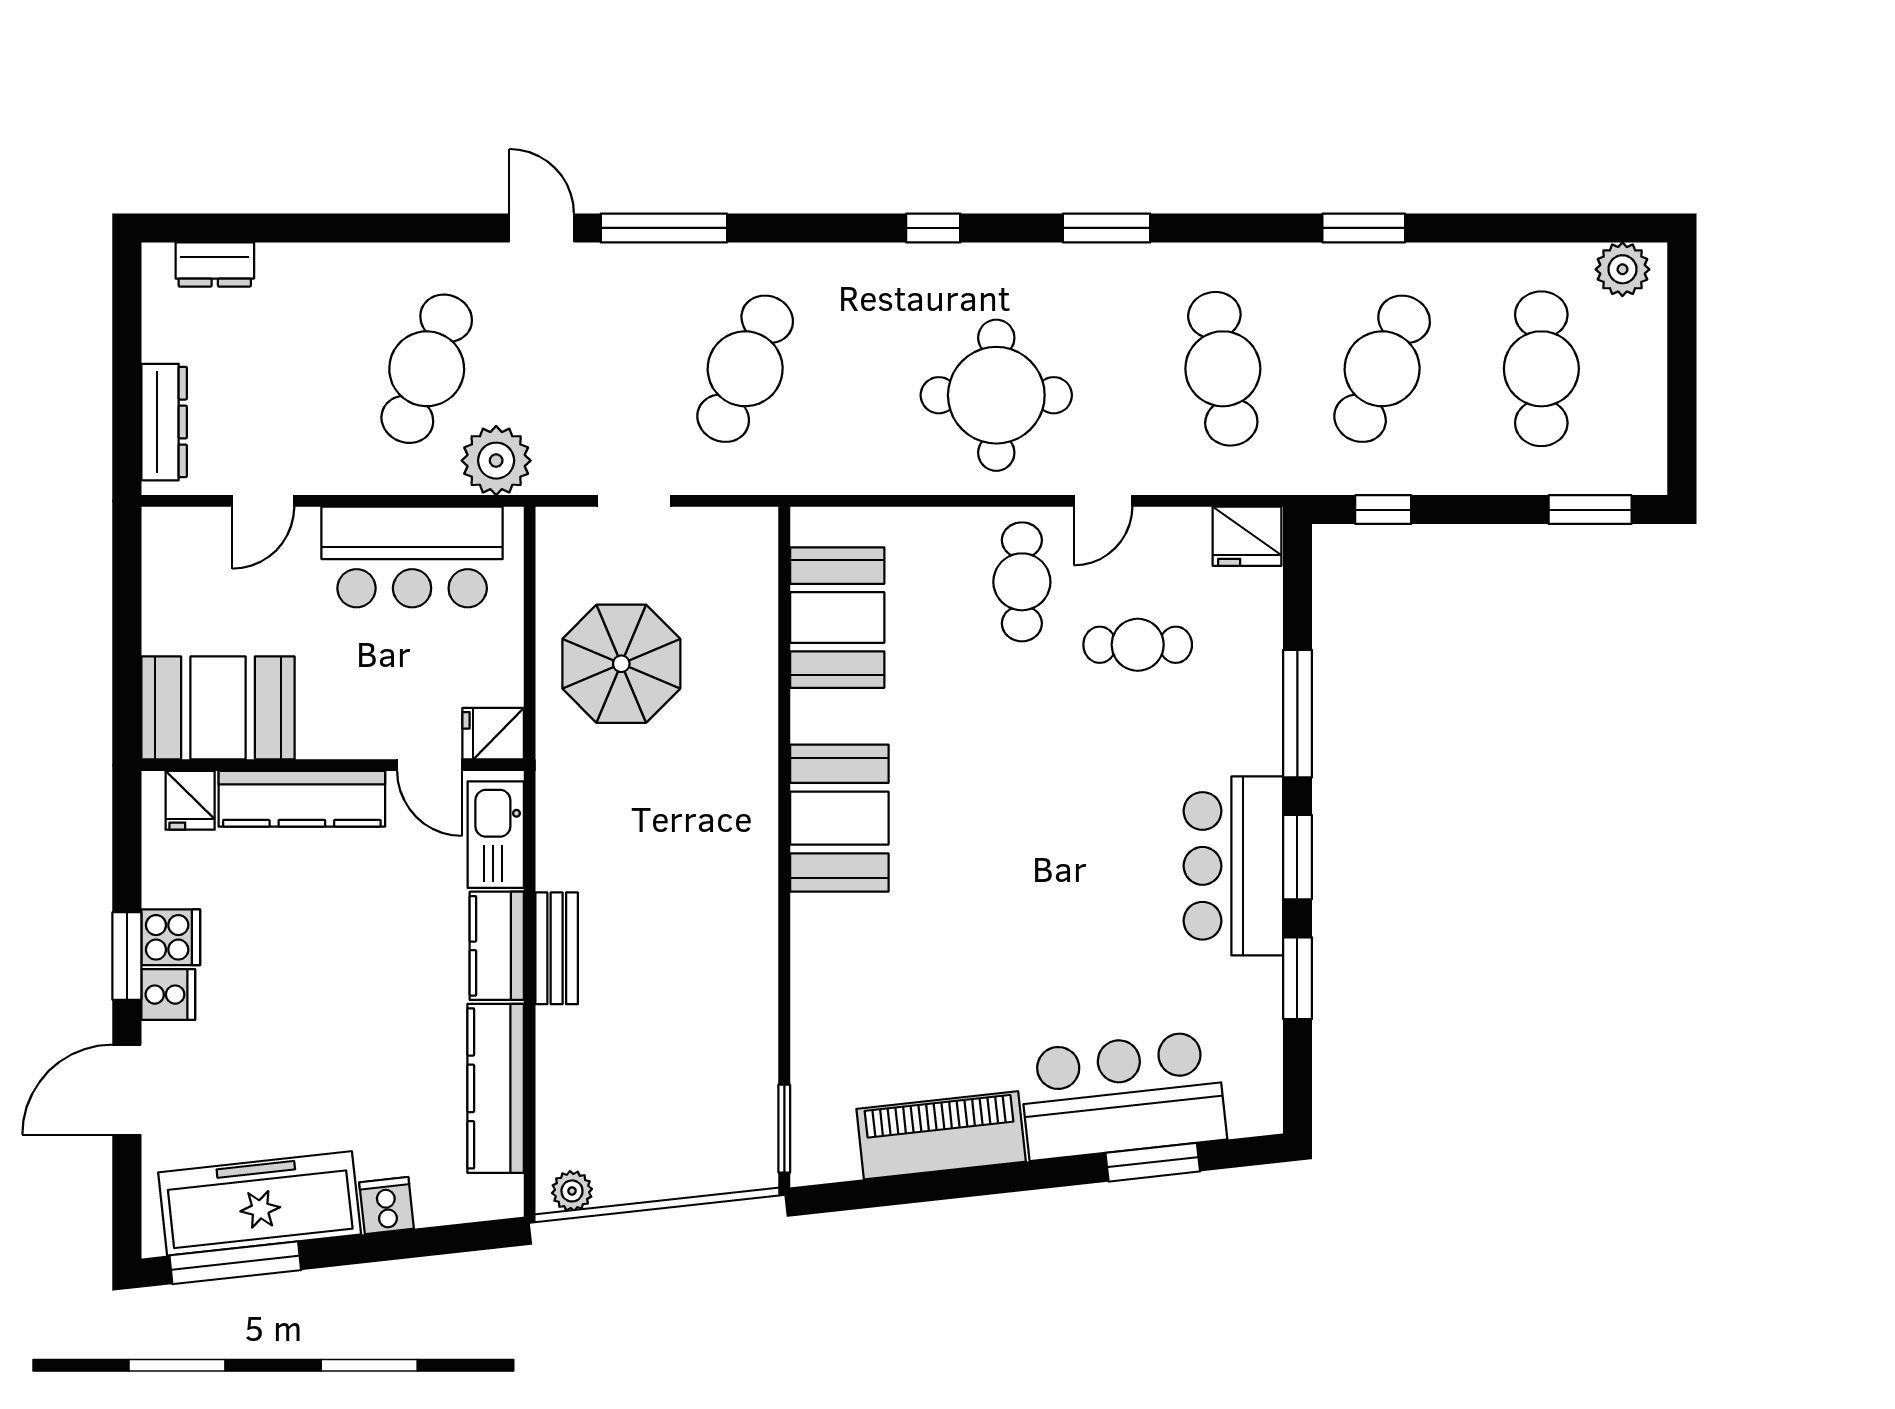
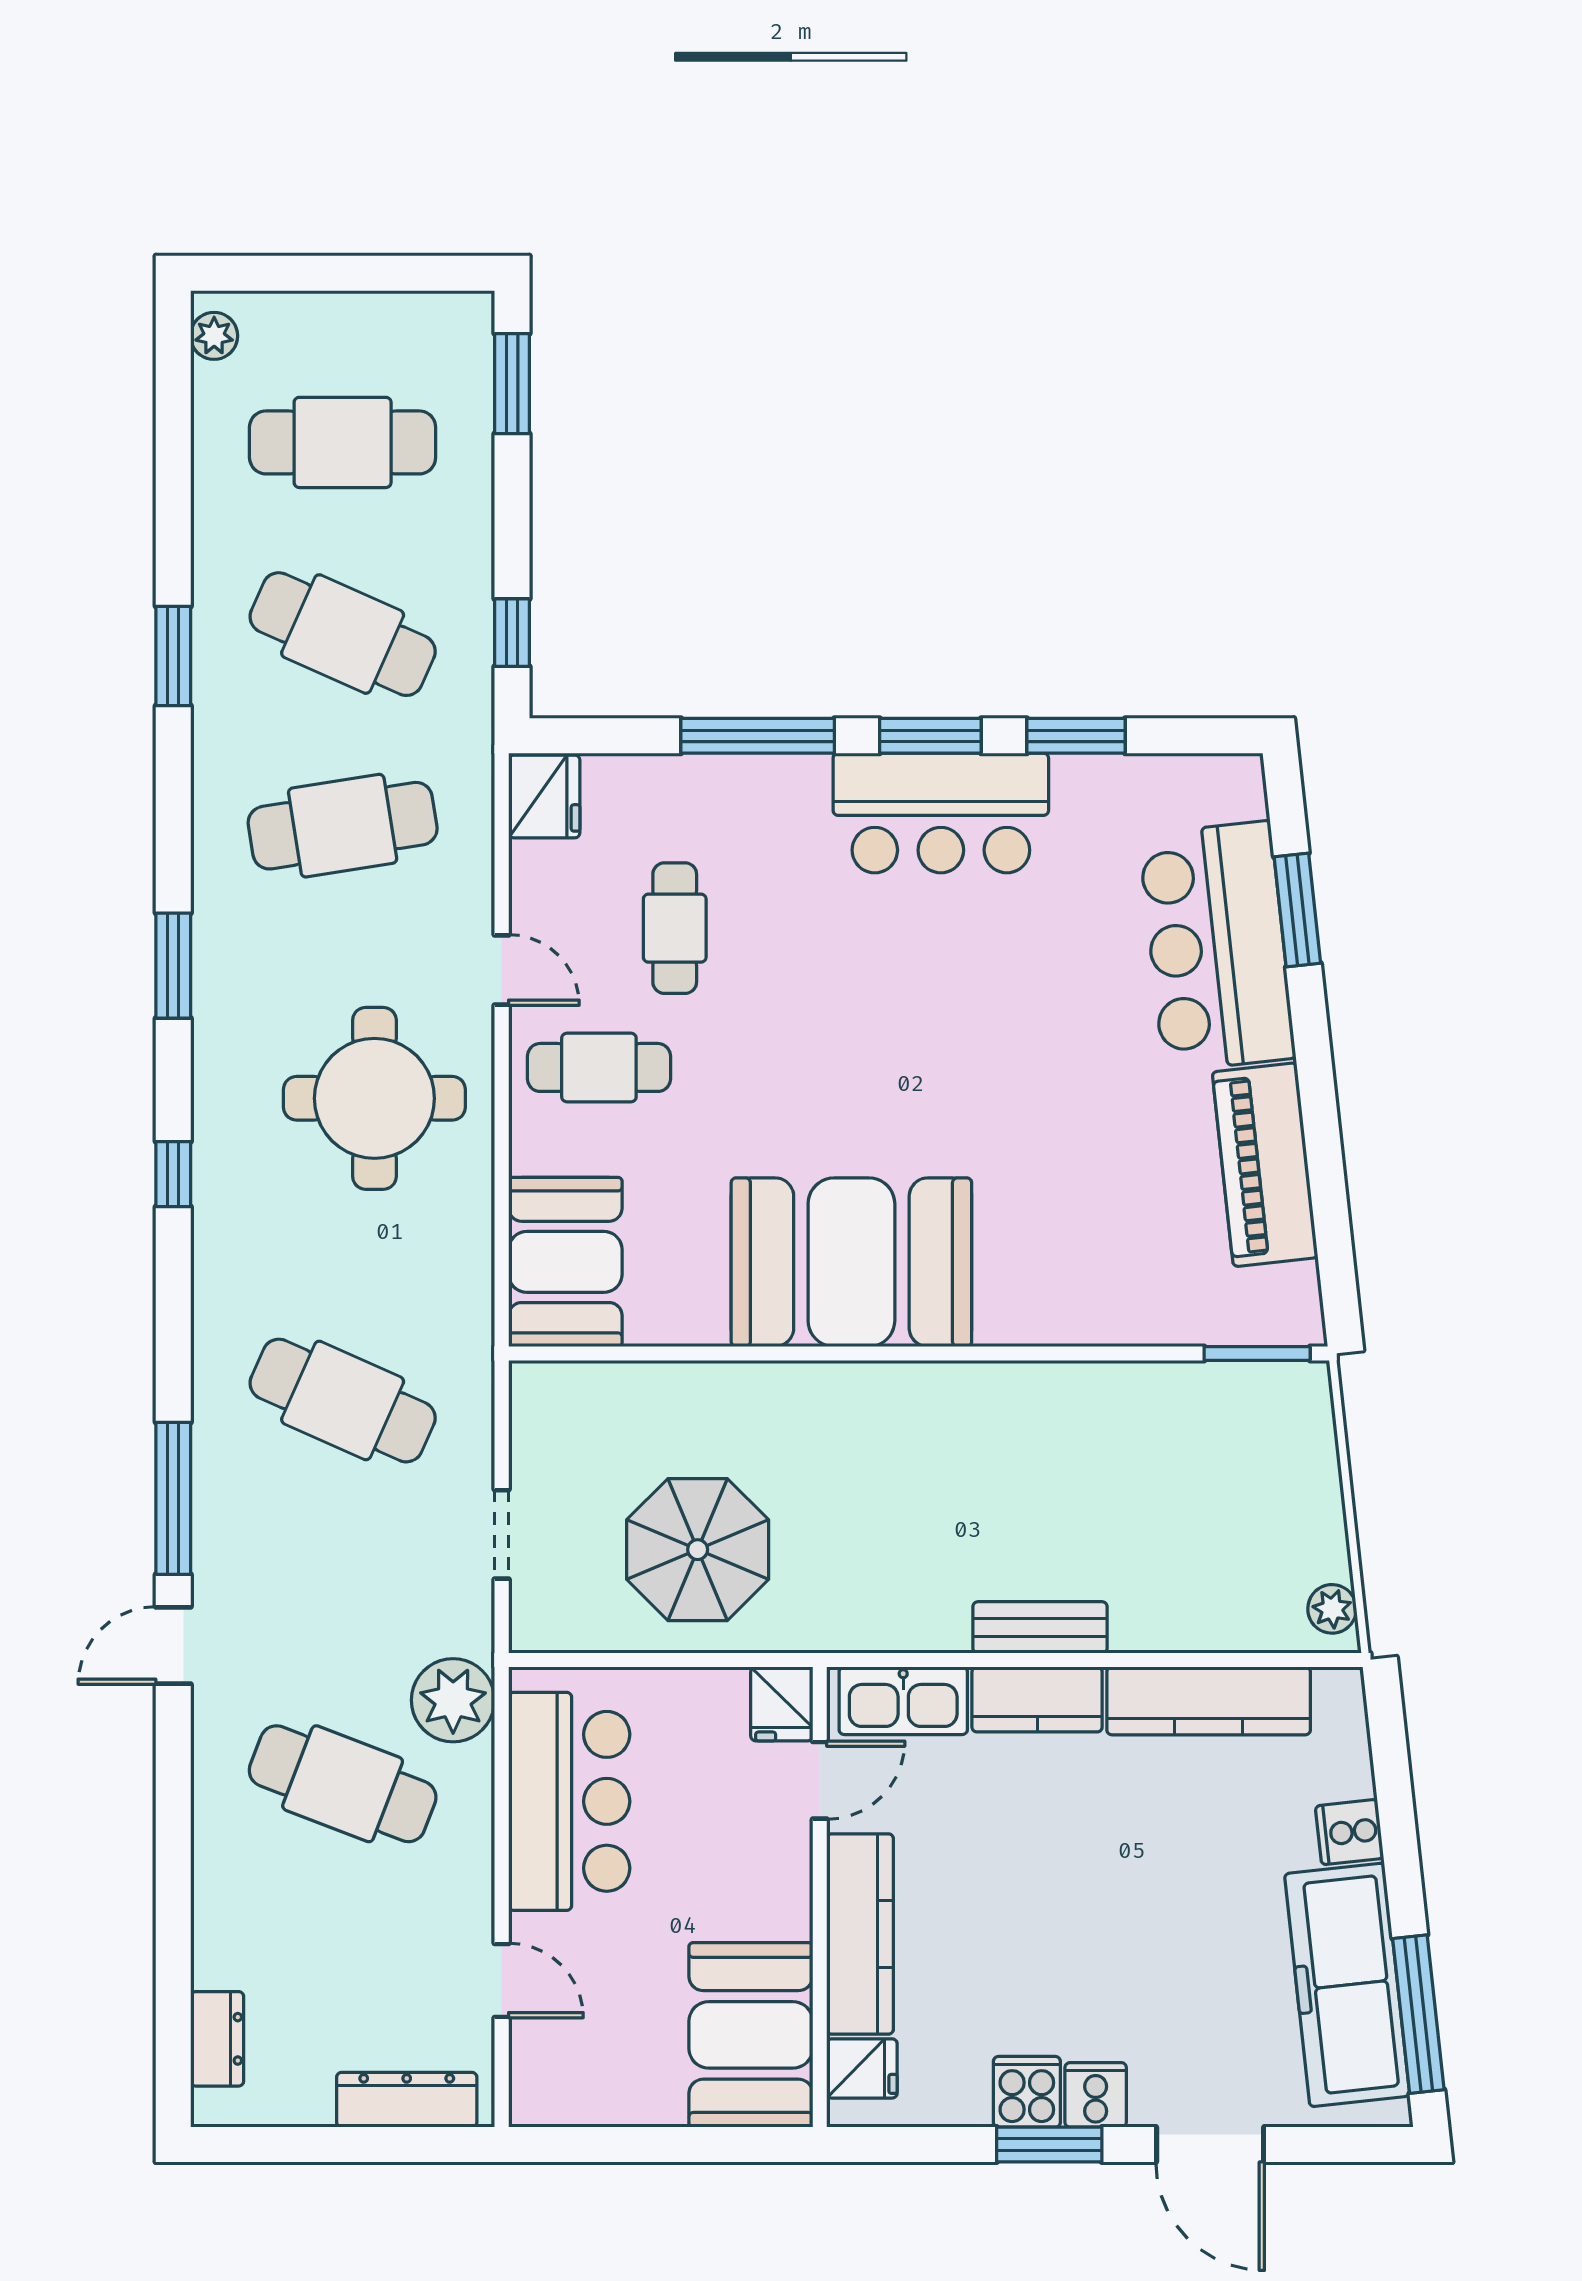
plant: (1622, 269) -> (214, 336), width x0.73, depth x0.73
booth: (837, 618) -> (565, 1262), moved, turned 90
booth: (839, 818) -> (851, 1262), width x1.36, depth x1.42

